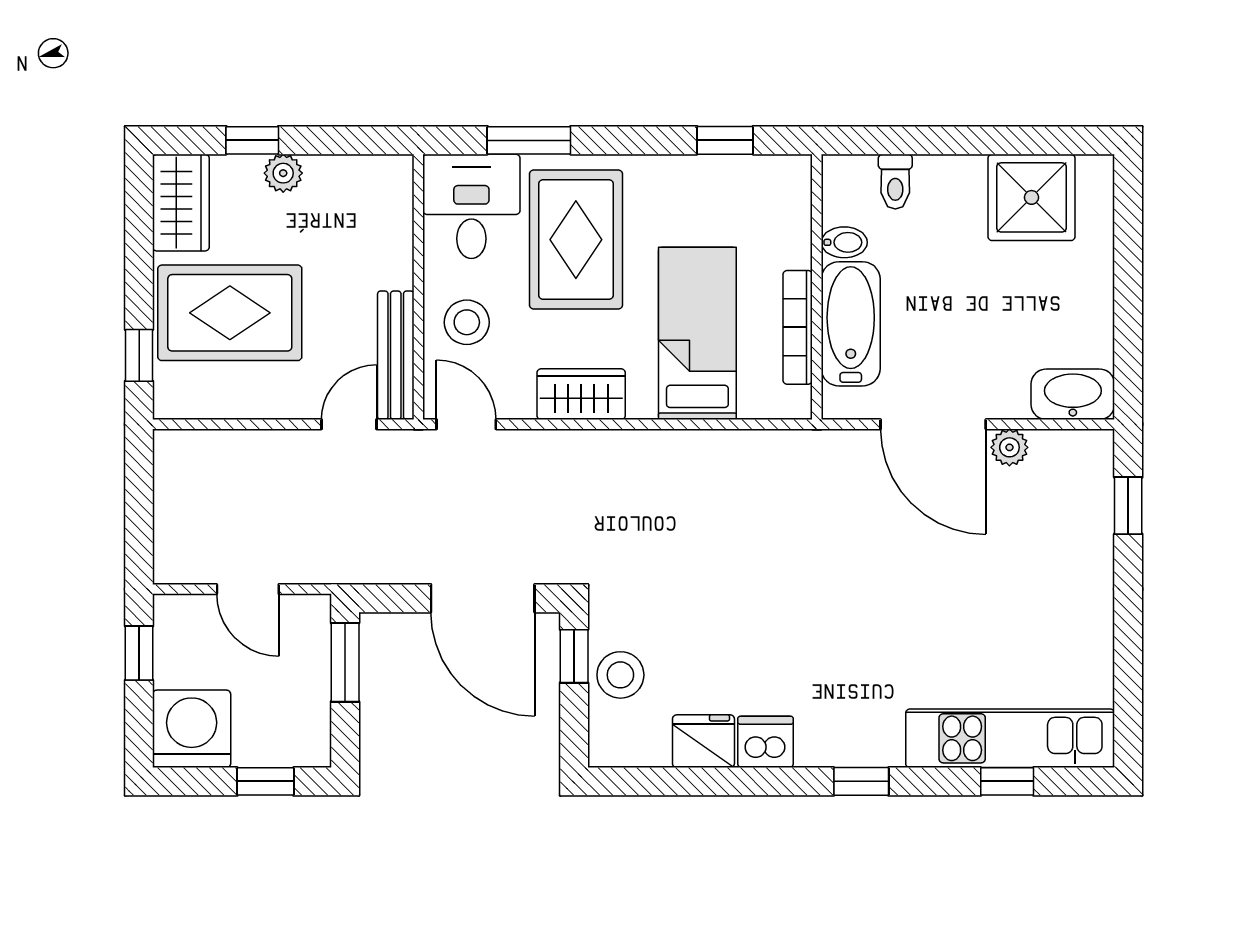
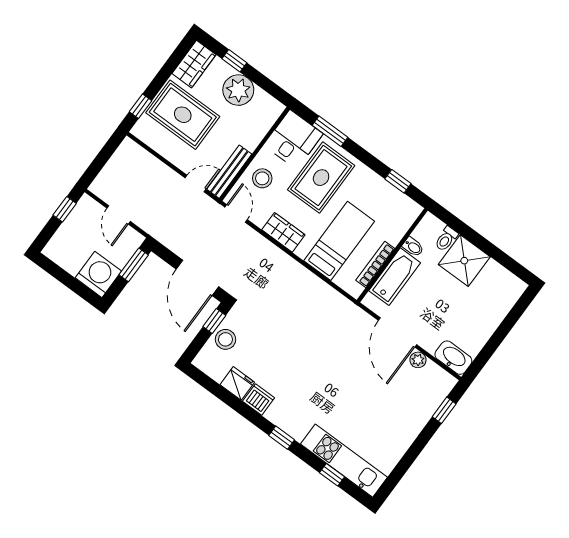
plant: (283, 173) -> (238, 90), width x1.88, depth x1.88
shower: (1031, 197) -> (464, 261), moved
washing machine: (192, 729) -> (98, 274), moved
window: (265, 781) -> (76, 286), removed

